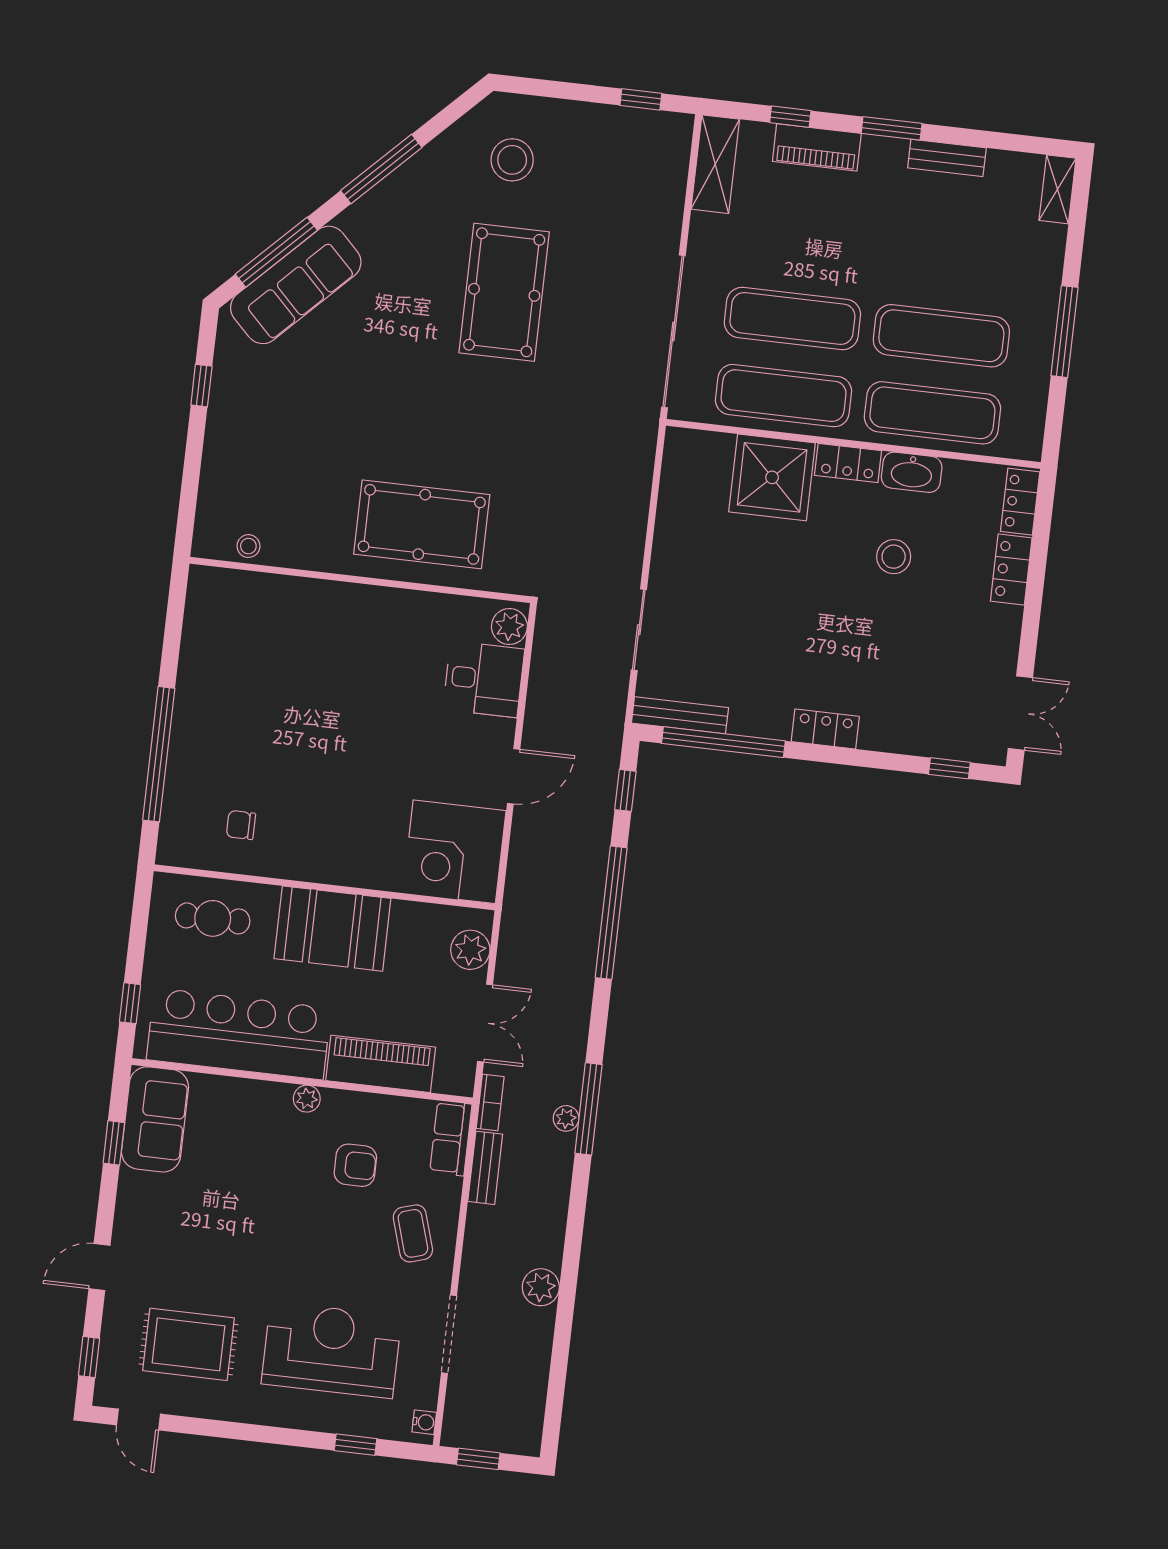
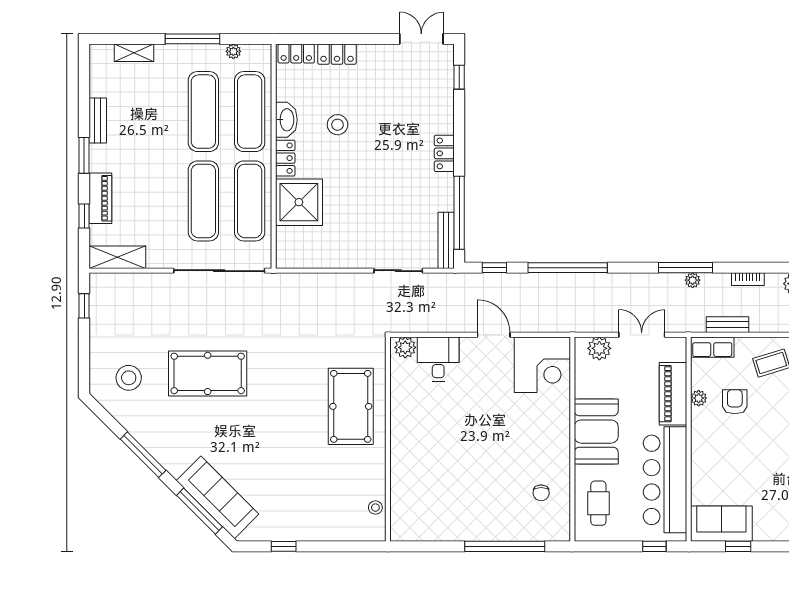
shelving: (1058, 189) -> (134, 53), moved
plant: (1036, 397) -> (233, 51), added
plant: (307, 1099) -> (699, 398), moved
bookcase: (490, 1103) -> (748, 279), moved, turned 180

